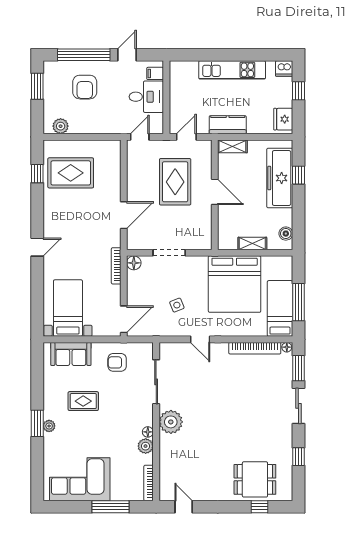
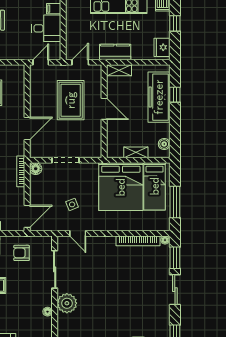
bed: (280, 308) -> (155, 186), moved, turned 180
door: (200, 339) -> (78, 233), moved
plant: (146, 446) -> (46, 324), removed

